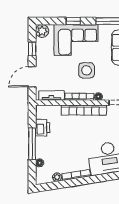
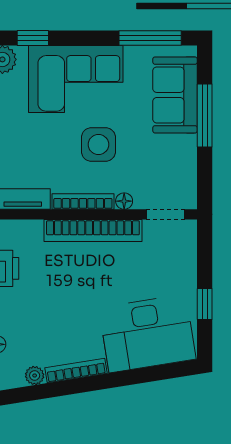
window: (73, 21) -> (33, 38), moved

